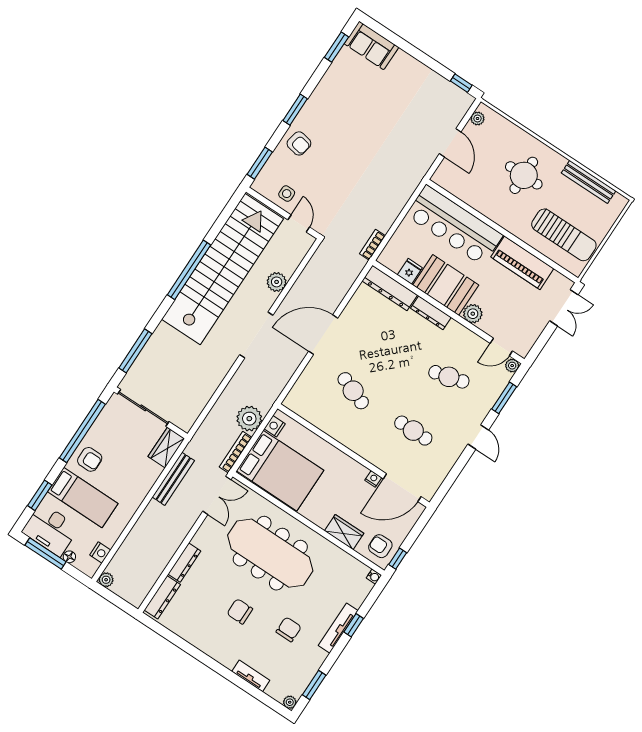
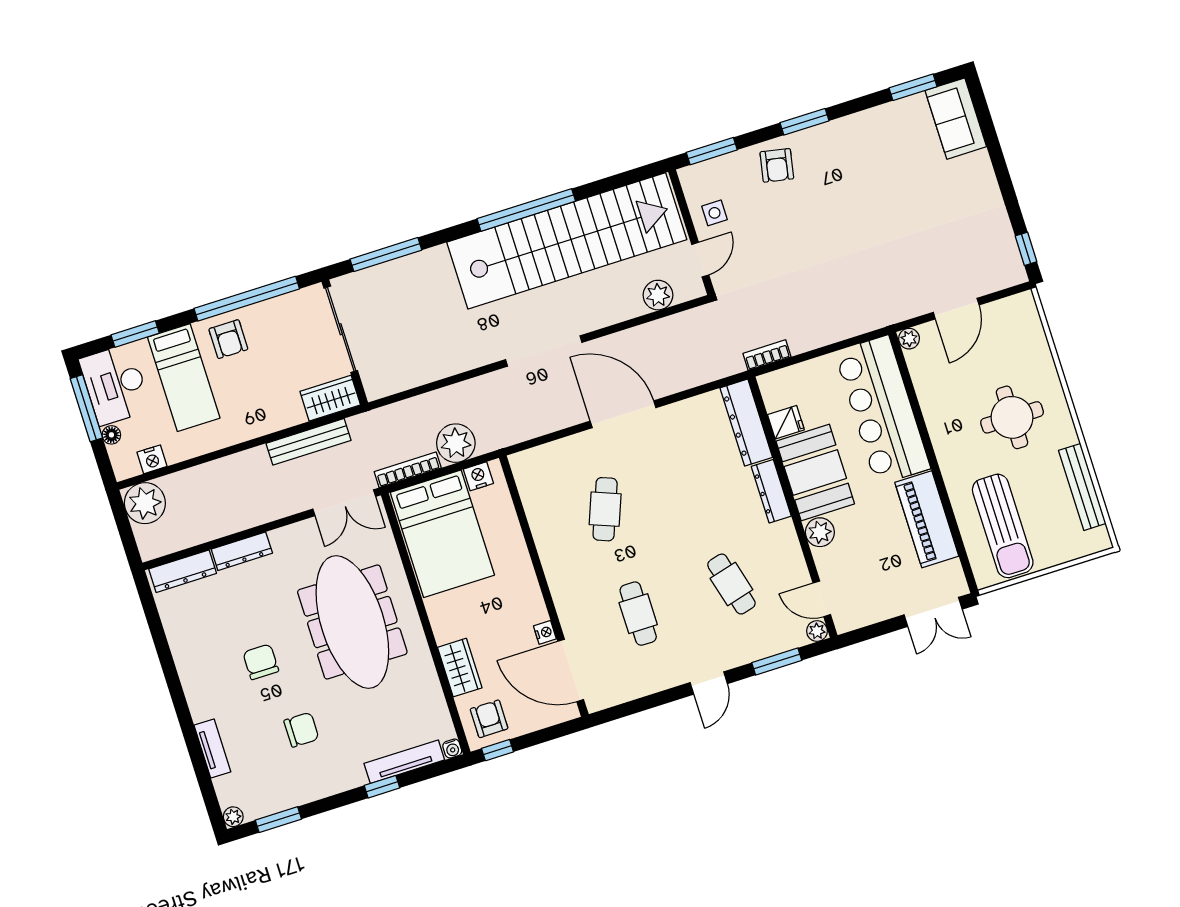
plant: (478, 118) -> (909, 339), moved
plant: (277, 282) -> (658, 295), moved
plant: (106, 580) -> (145, 503), width x1.87, depth x1.87
tv unit: (338, 628) -> (404, 762), moved

